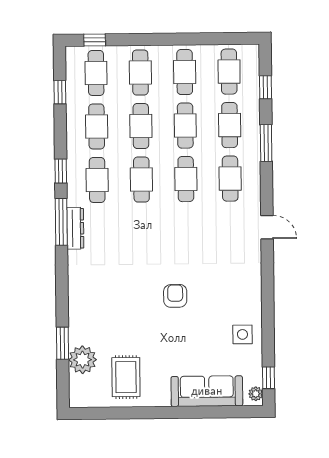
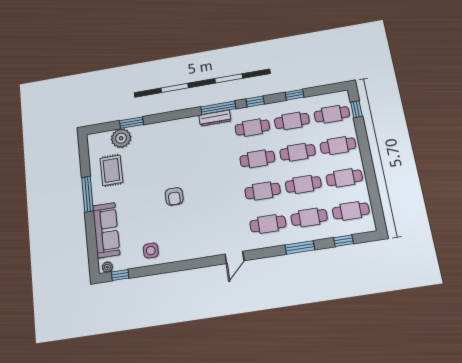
window: (60, 92) -> (295, 95), moved
armchair: (175, 296) -> (174, 196), turned 90
rug: (126, 377) -> (111, 170), turned 90
window: (154, 413) -> (88, 194), added

